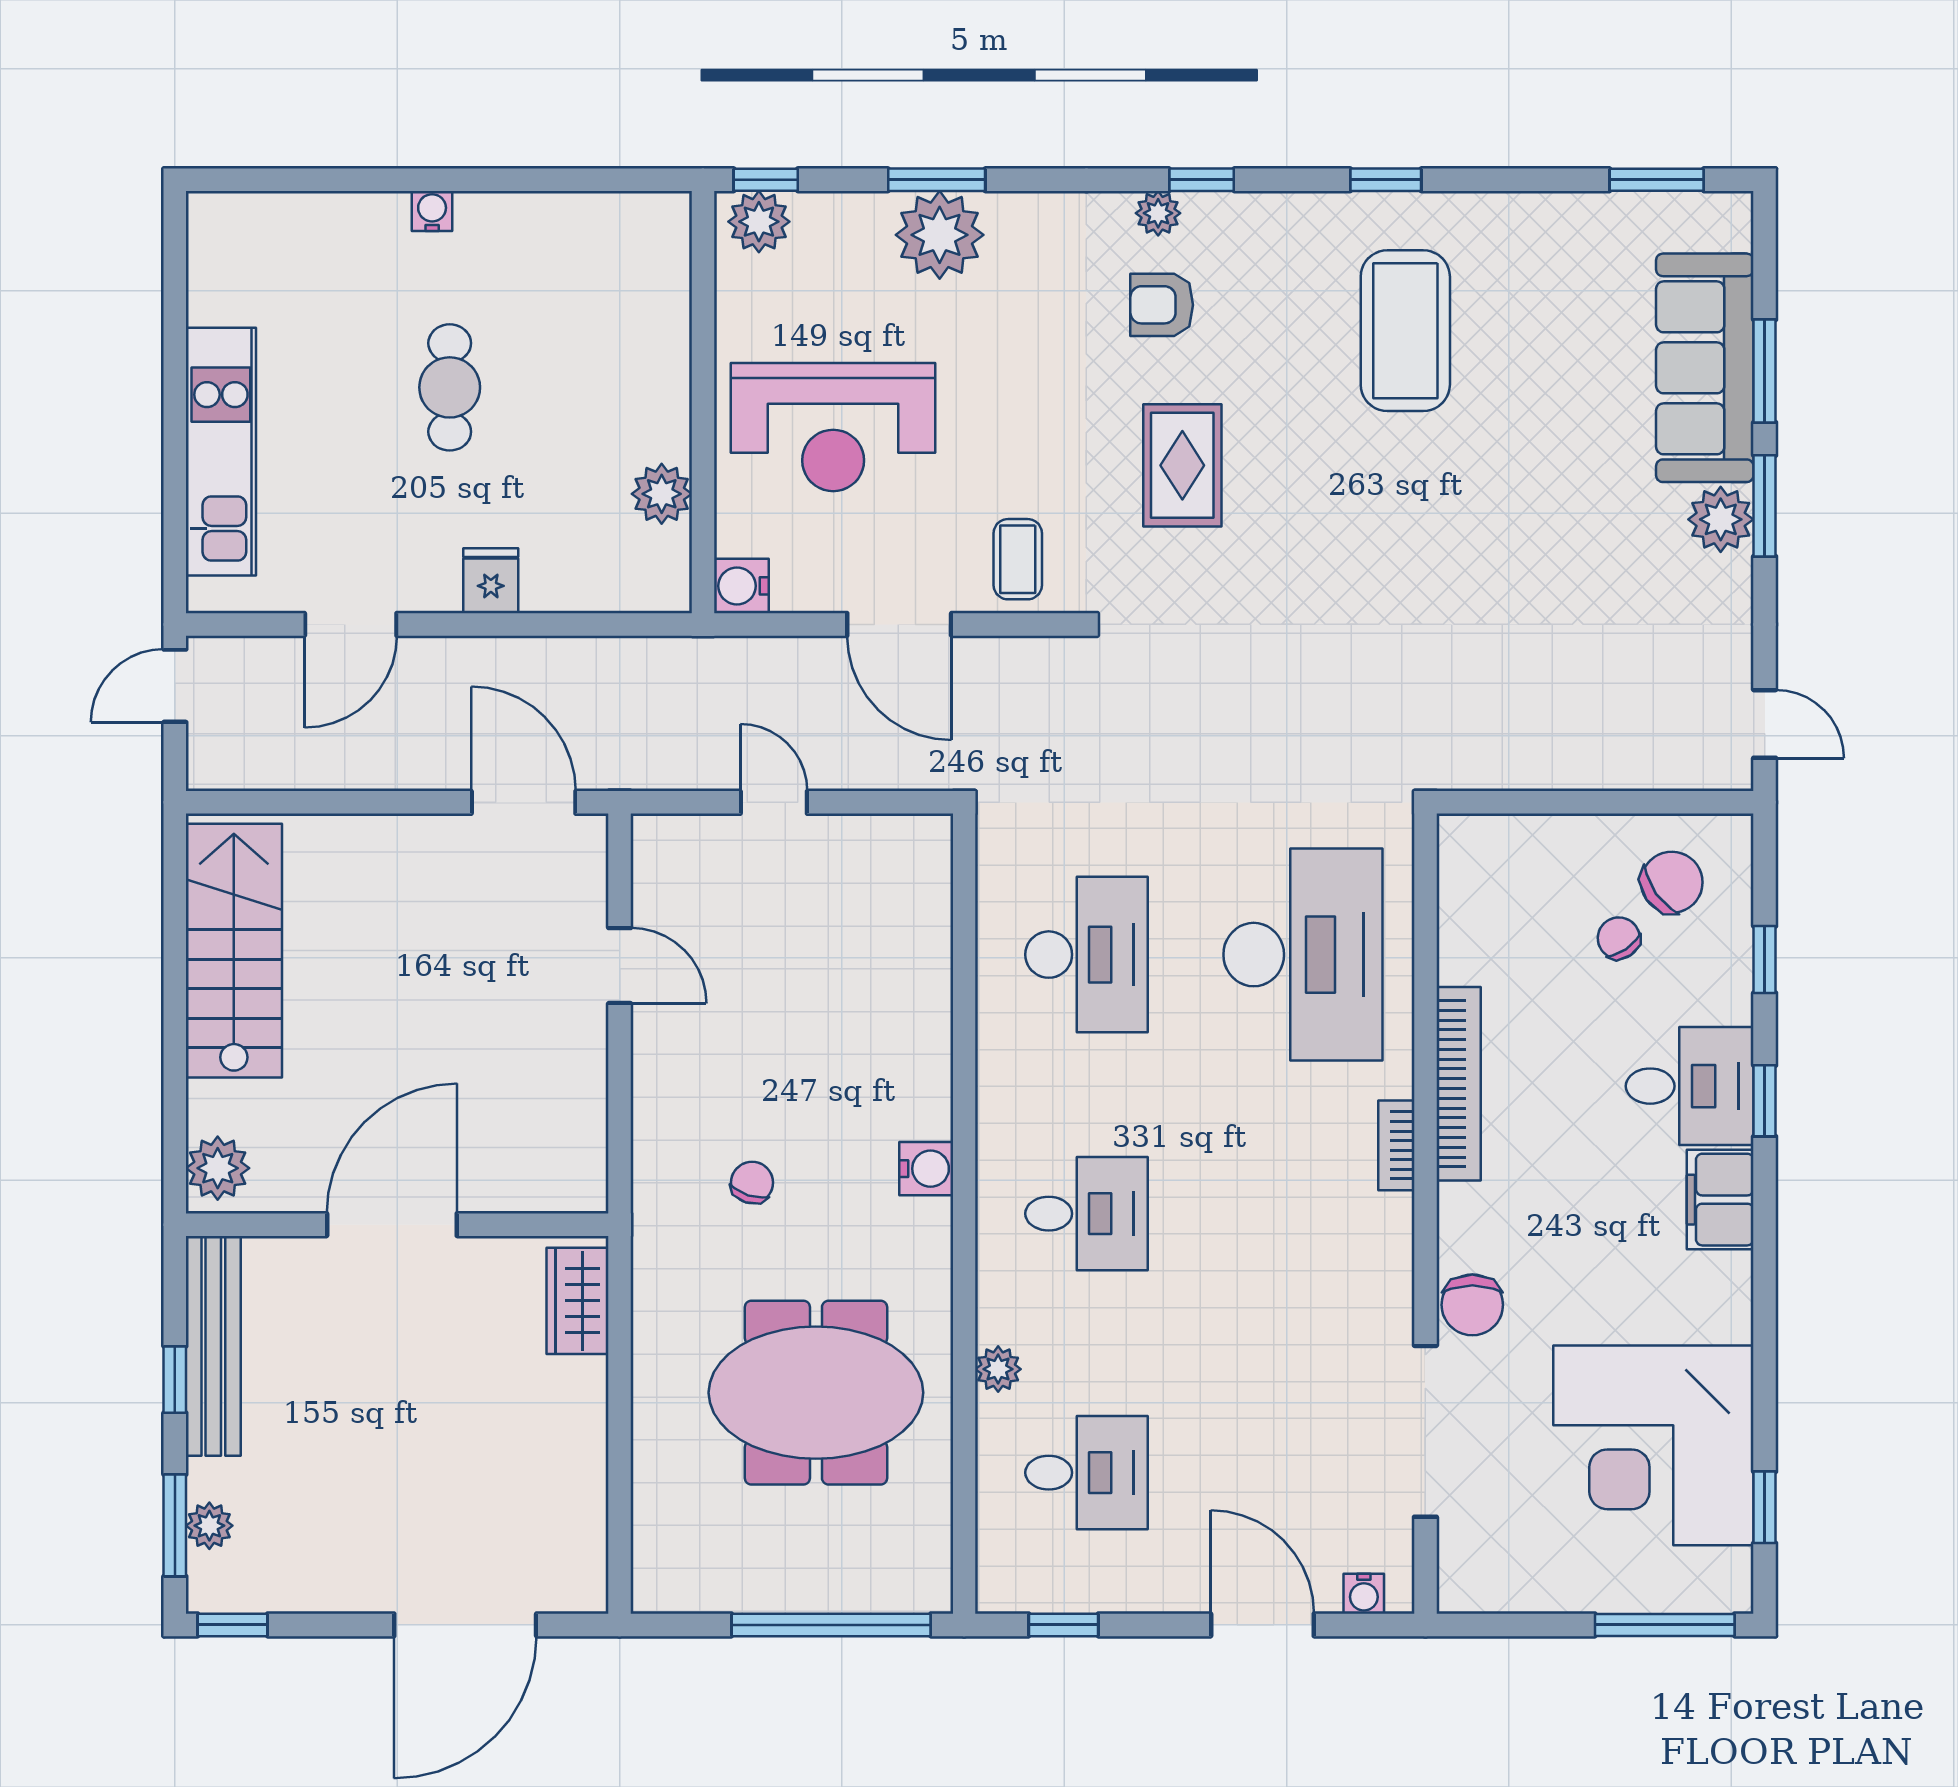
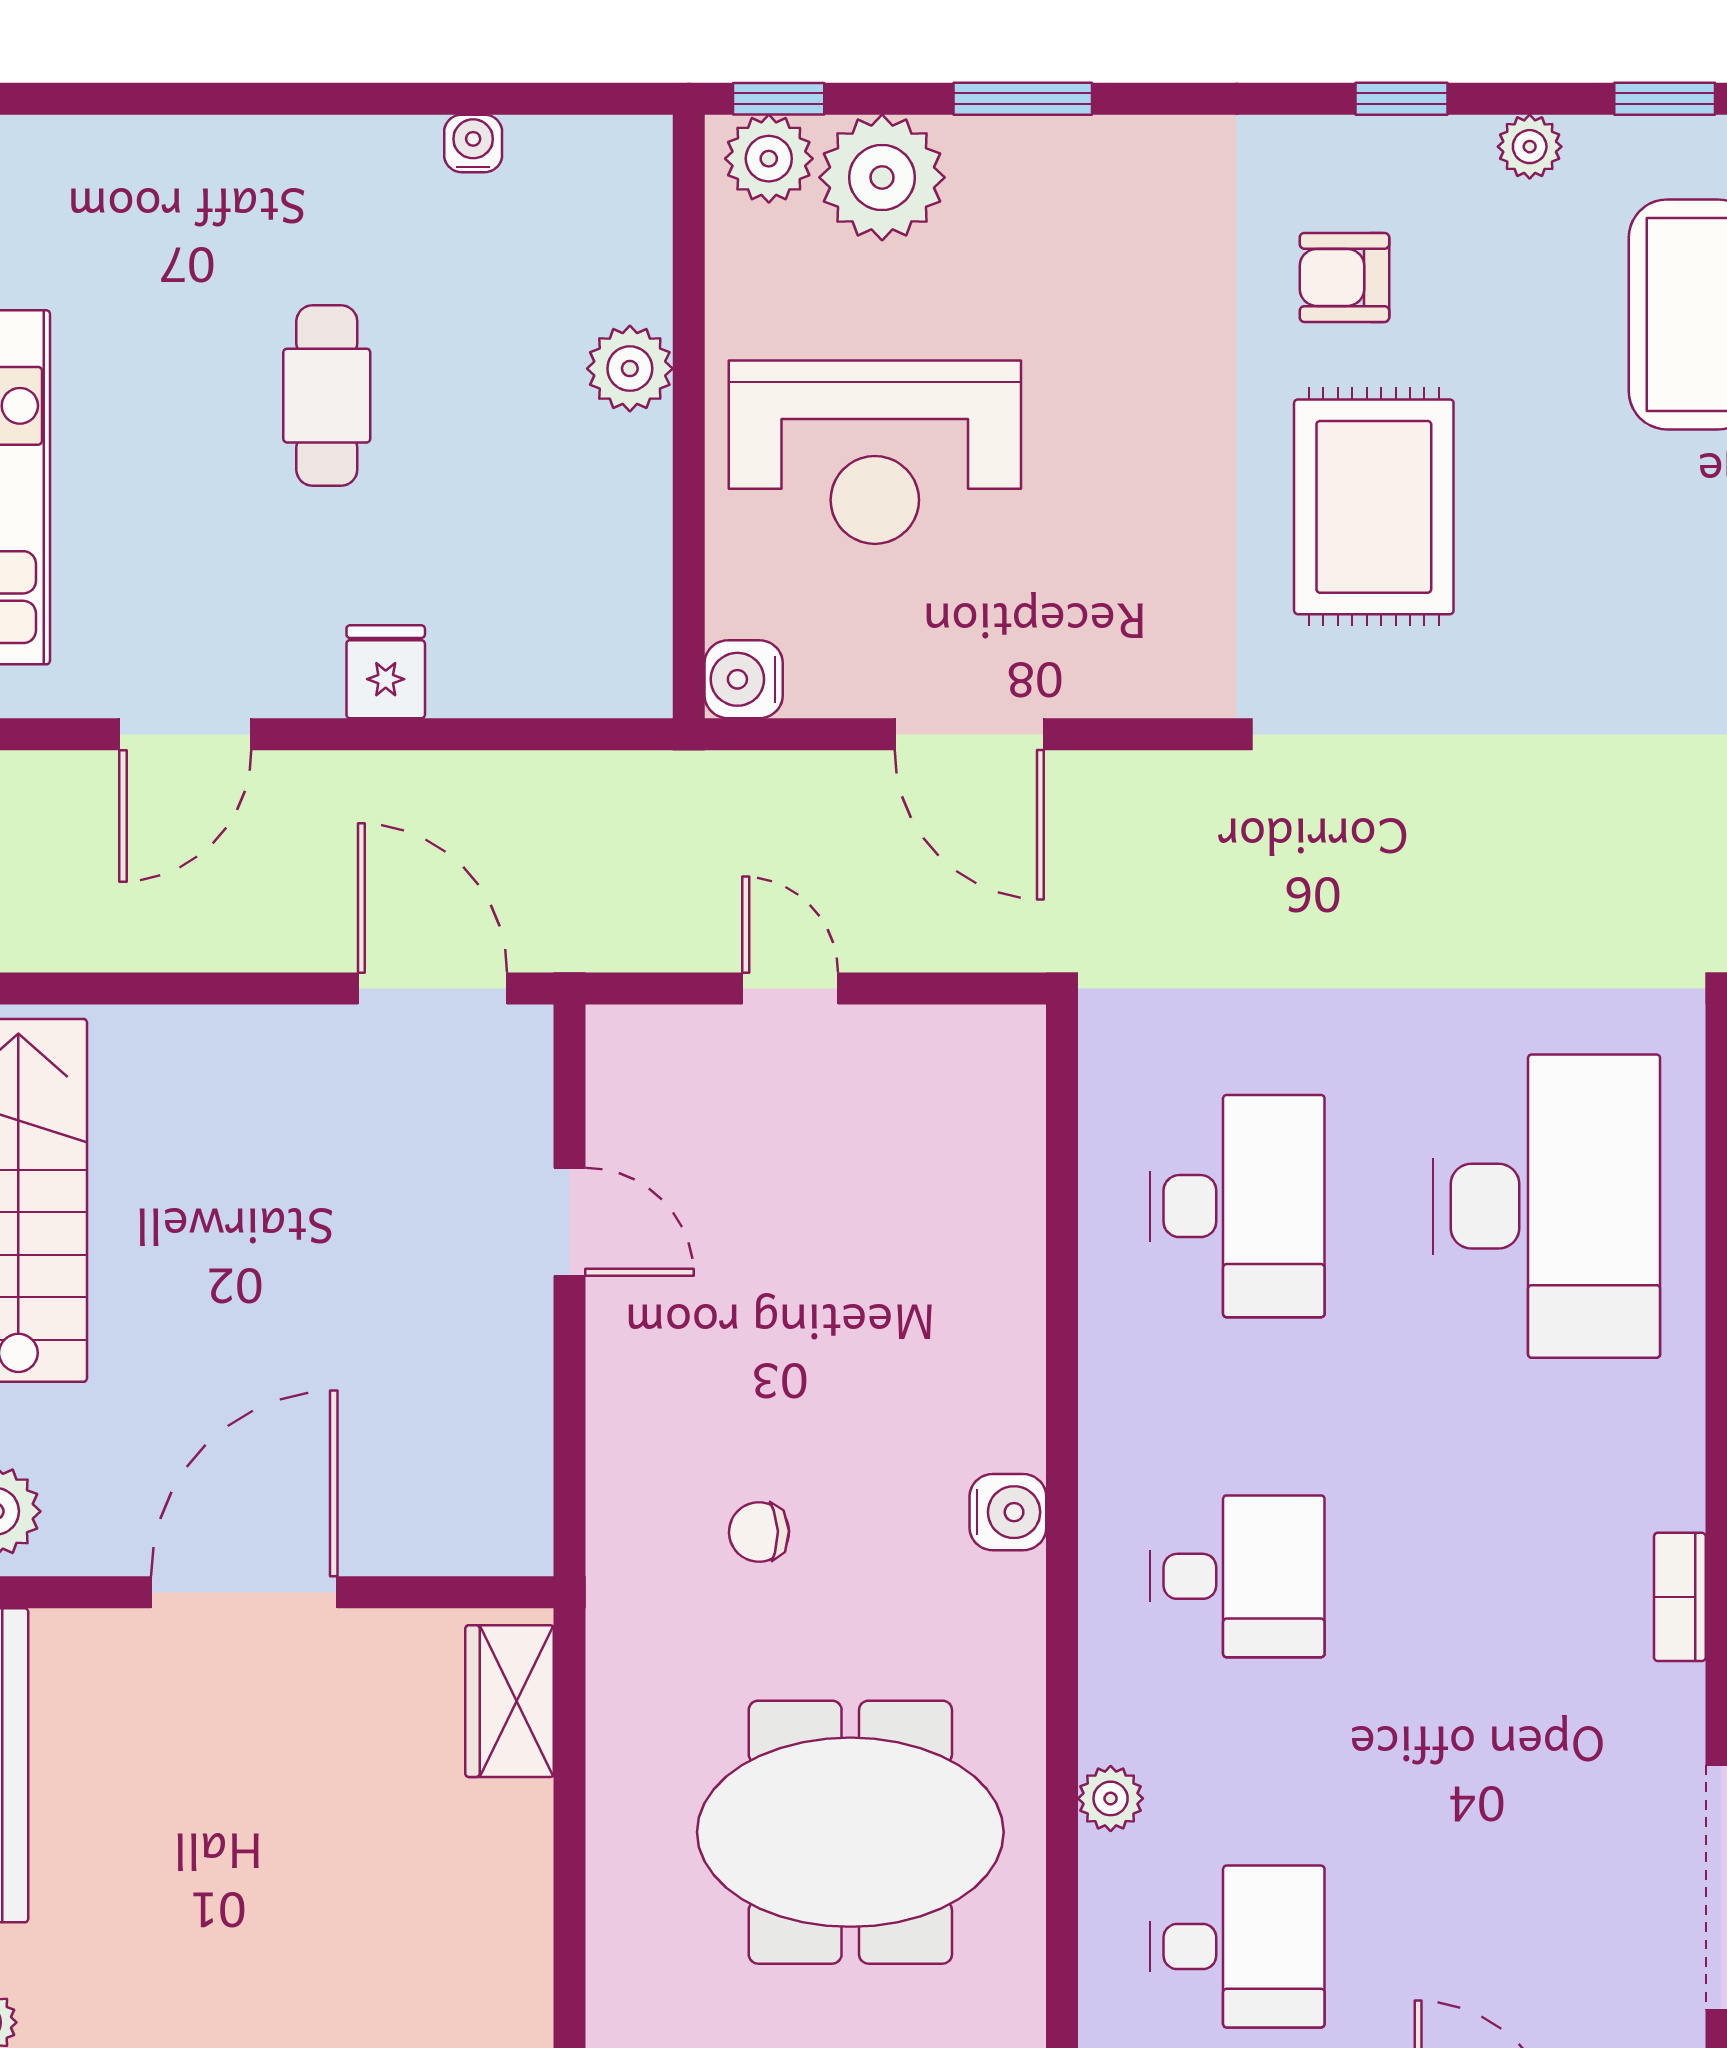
water cooler: (432, 211) -> (473, 143), moved
plant: (1158, 213) -> (1530, 147), moved
plant: (940, 235) -> (882, 177), moved
rug: (1182, 465) -> (1374, 507), width x1.36, depth x1.43
plant: (662, 494) -> (630, 369), moved
coffee table: (1018, 559) -> (1139, 641), removed
bookcase: (1396, 1145) -> (1680, 1597), moved
chair: (752, 1183) -> (759, 1532), turned -110

